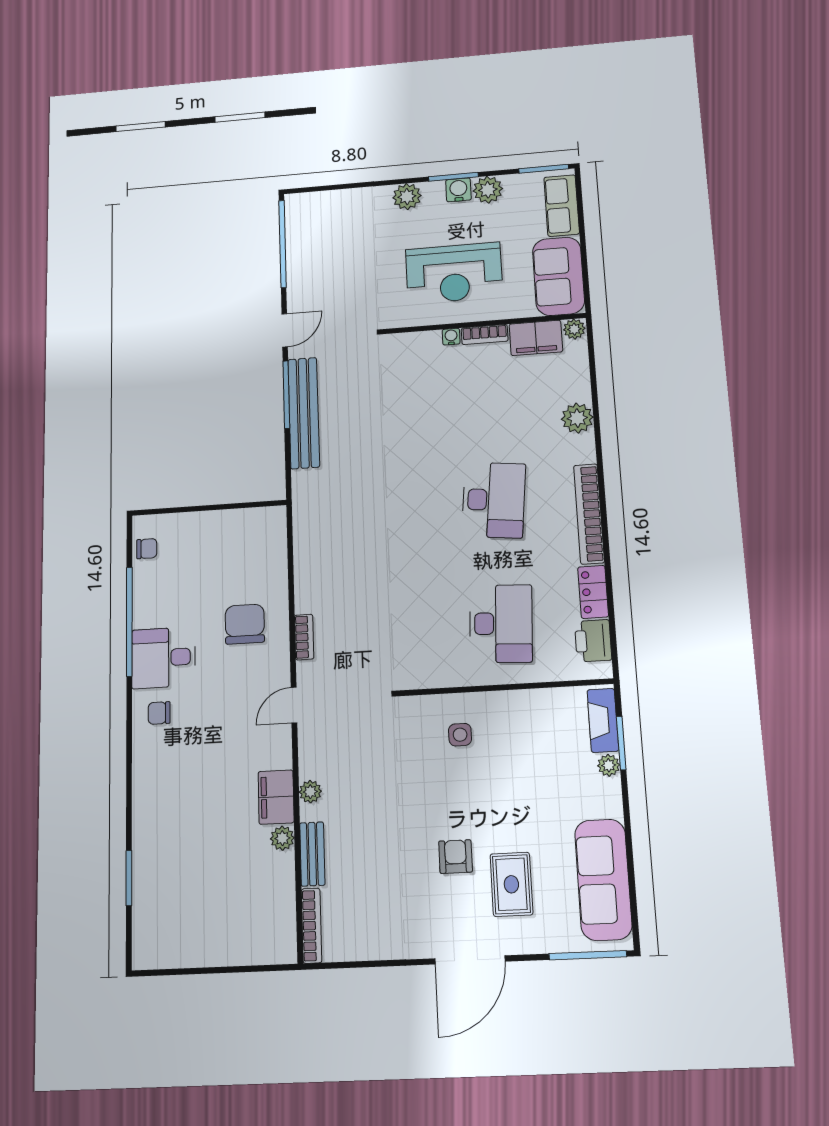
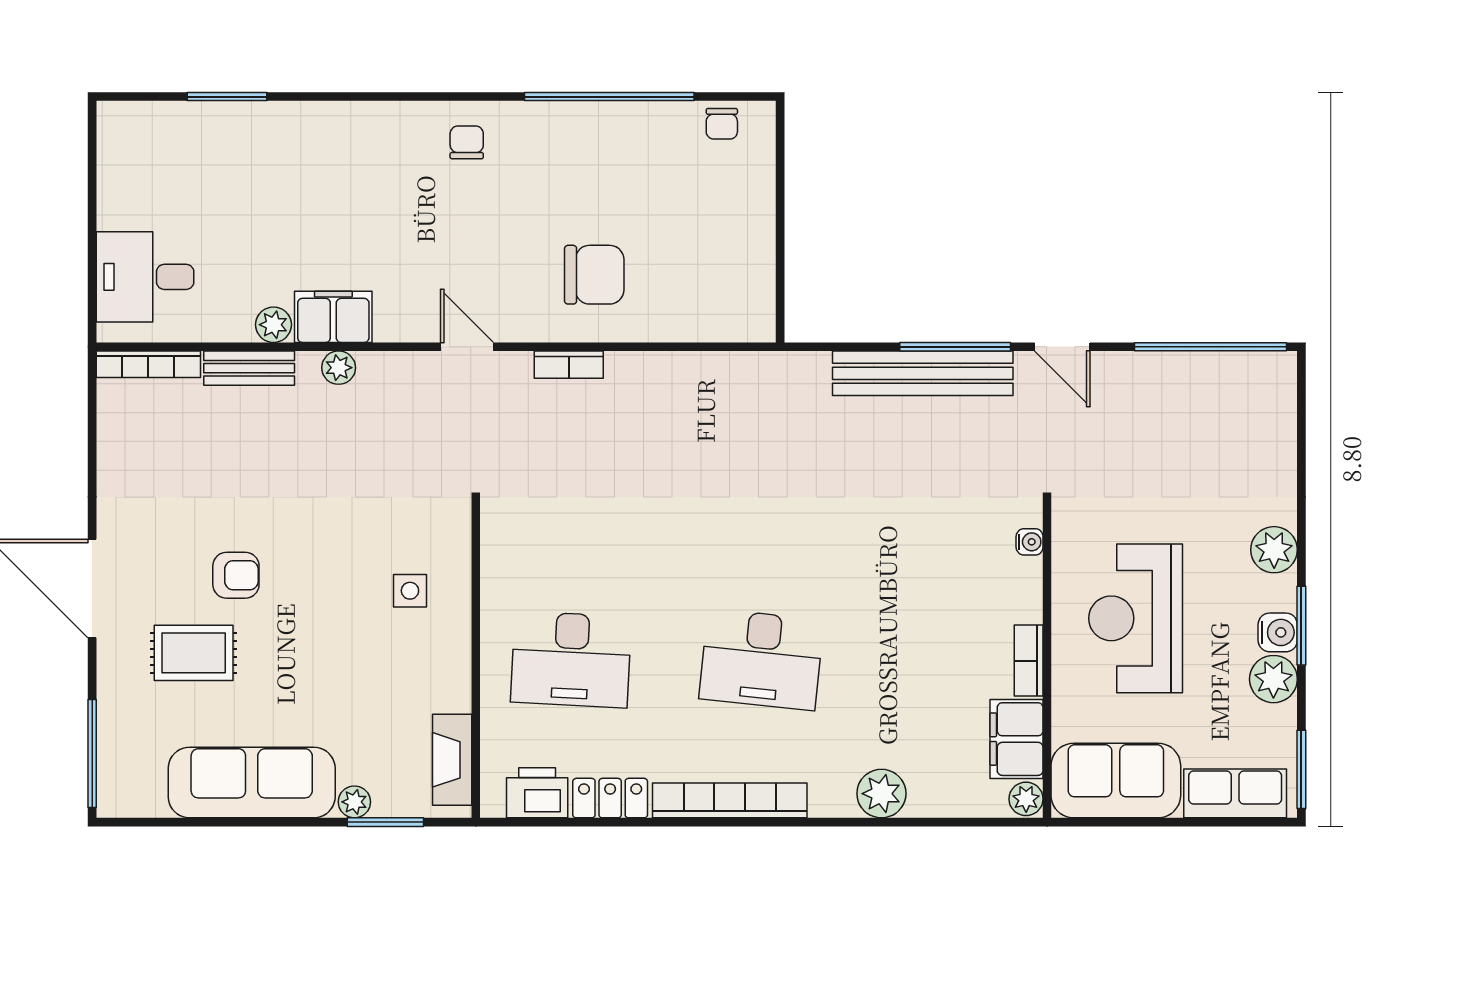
water cooler: (451, 337) -> (1030, 542), moved
desk: (163, 658) -> (145, 277), moved, turned -90
fireplace: (603, 720) -> (452, 760), moved, turned -90
sofa: (603, 880) -> (252, 783), moved

